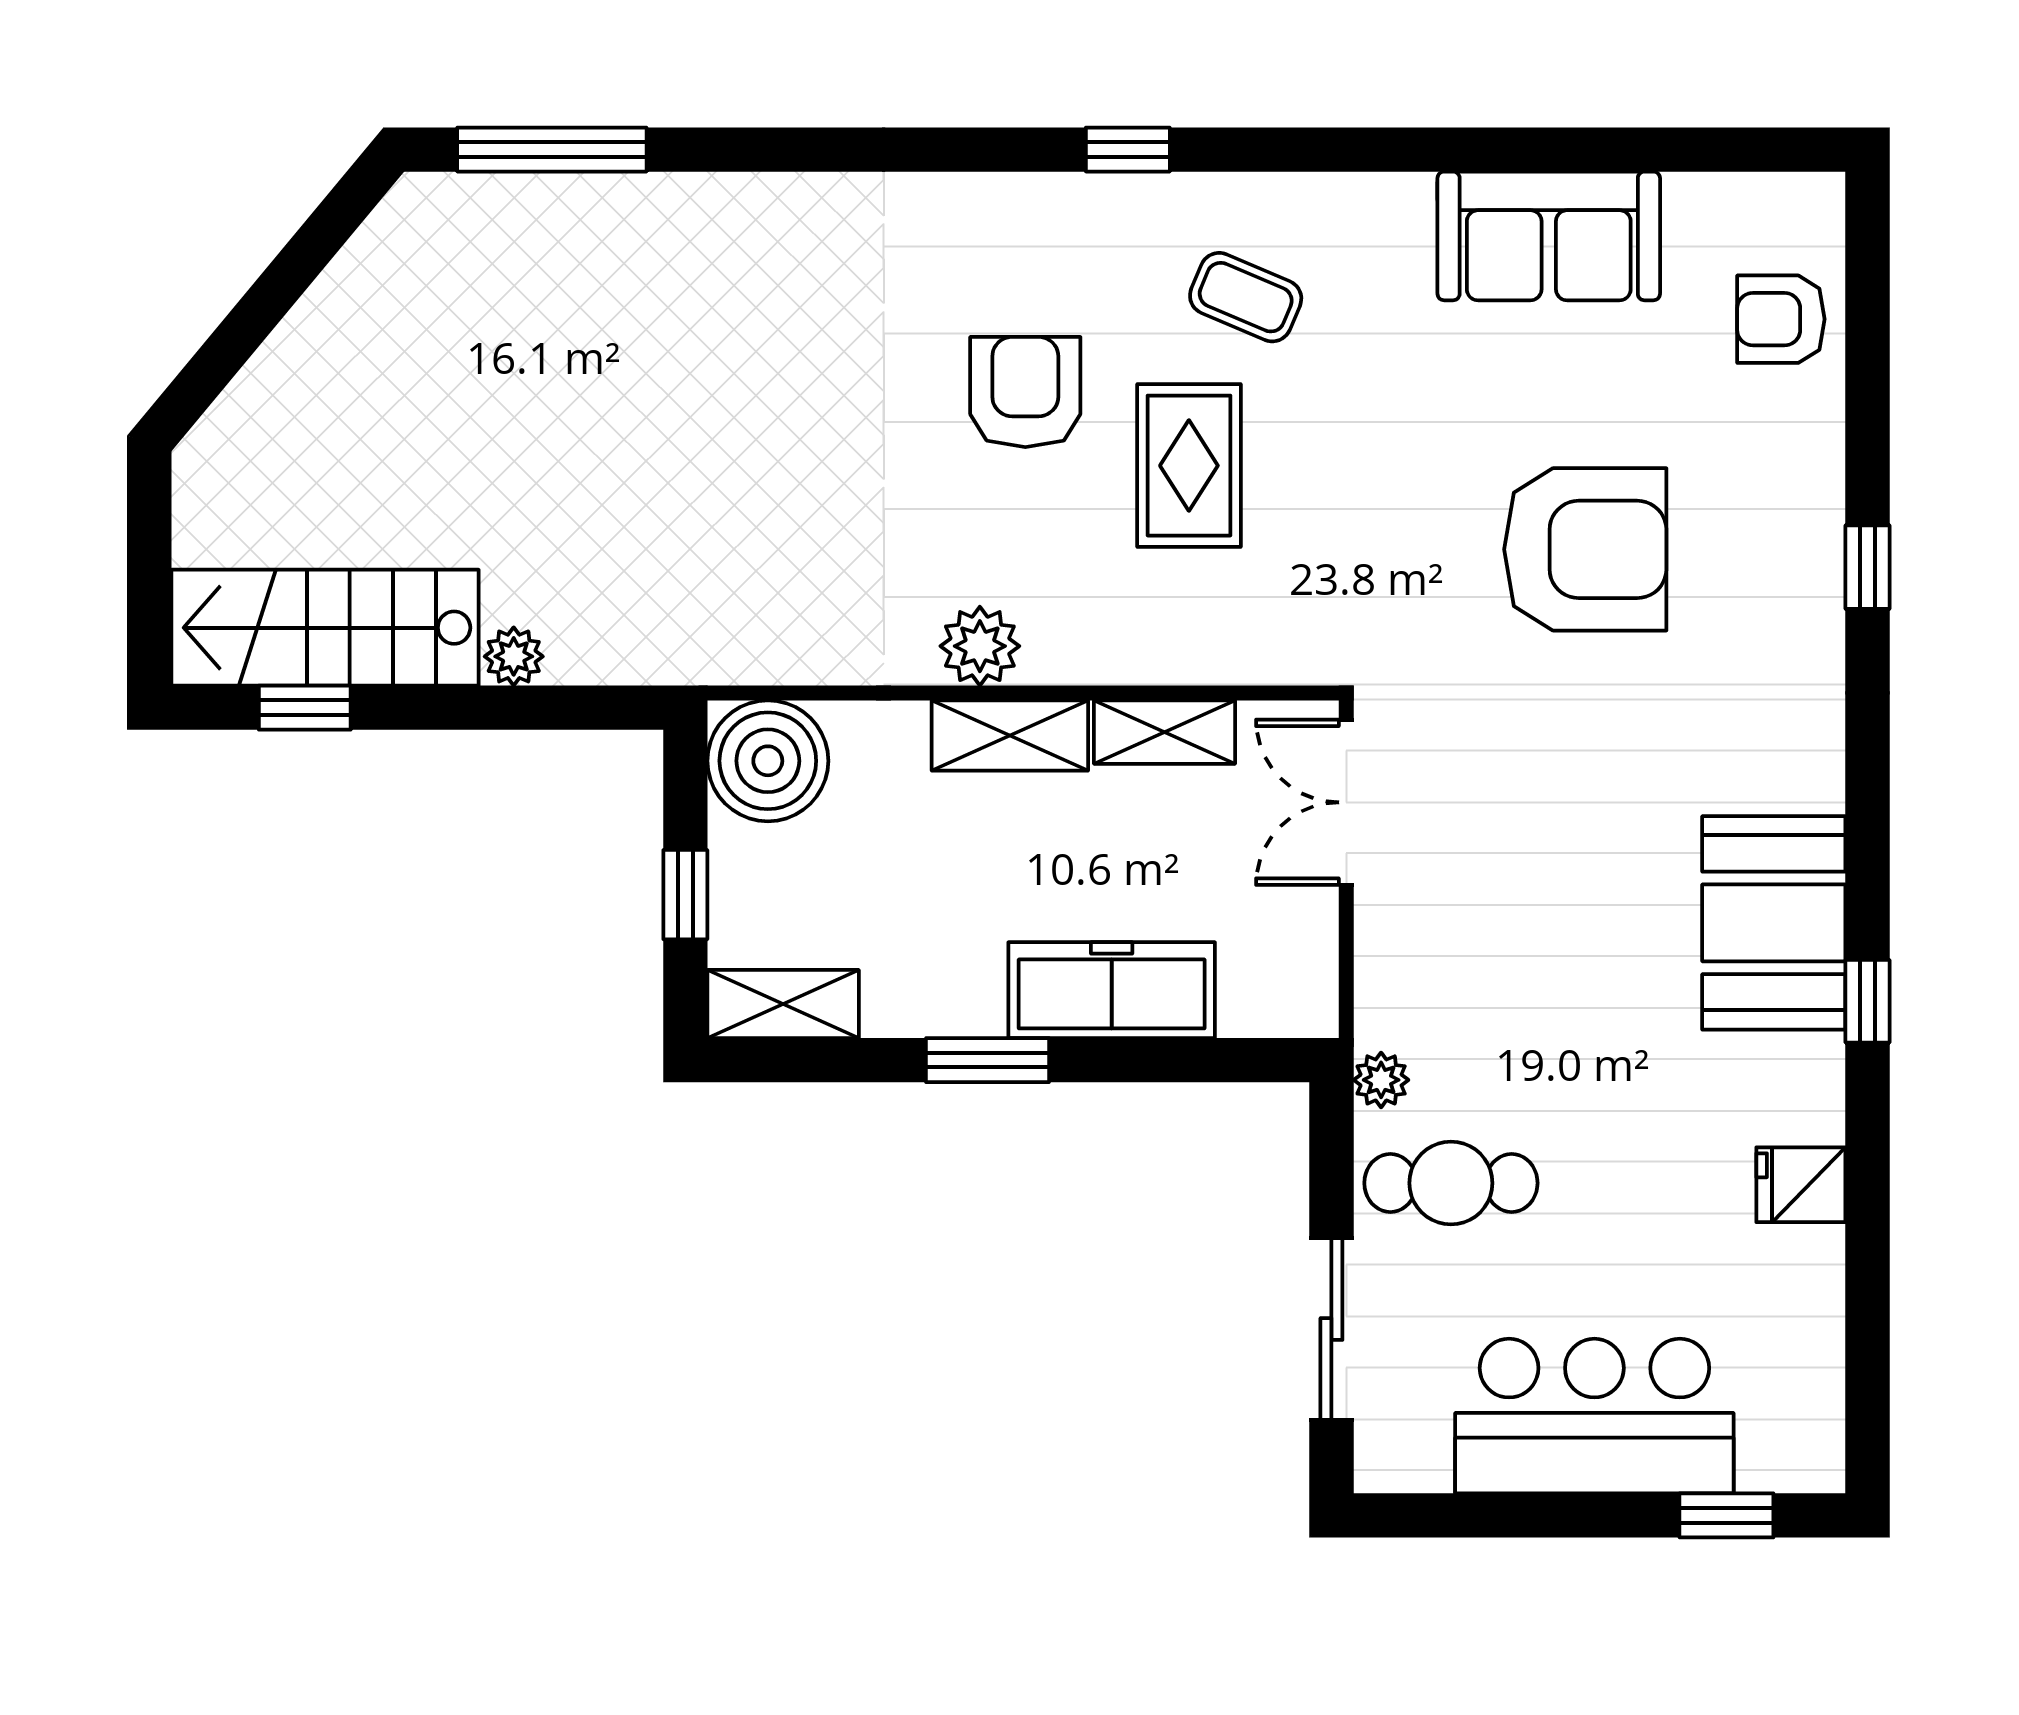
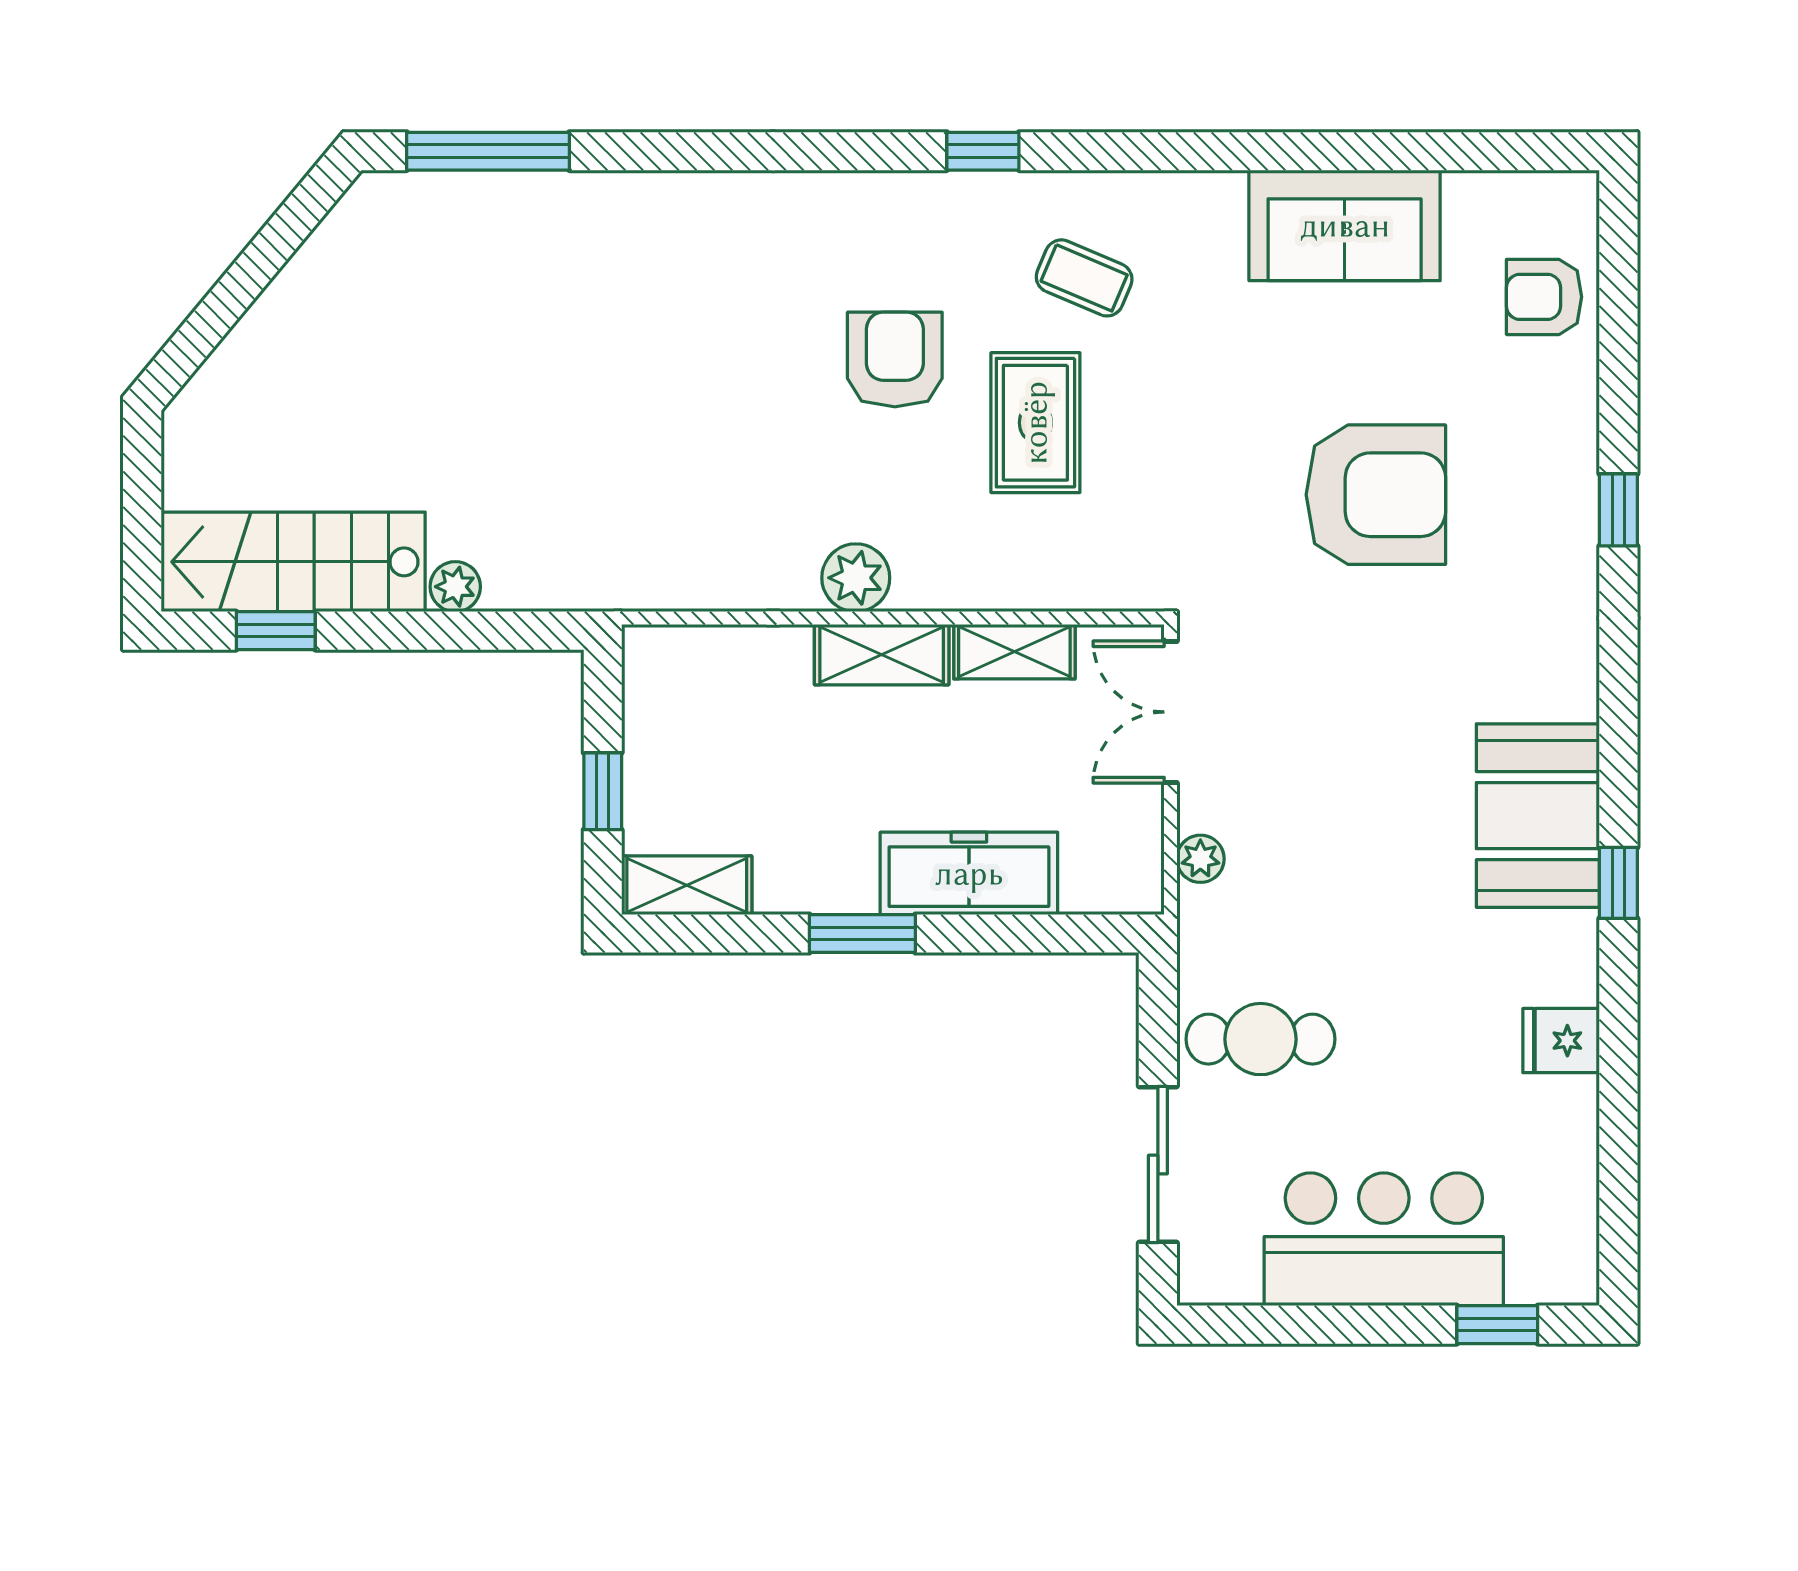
boiler: (768, 761) -> (674, 676), removed
plant: (1381, 1080) -> (1200, 859), moved

